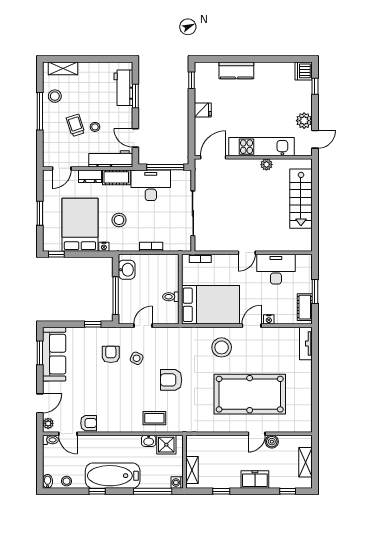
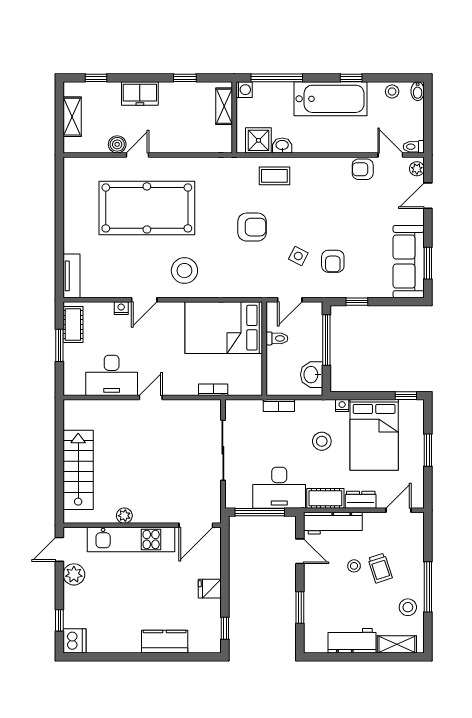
workbench: (123, 88) -> (352, 641), moved, turned -90
wall: (180, 289) -> (264, 349), moved
toilet: (171, 297) -> (277, 338), moved
bed: (210, 305) -> (224, 328), moved

